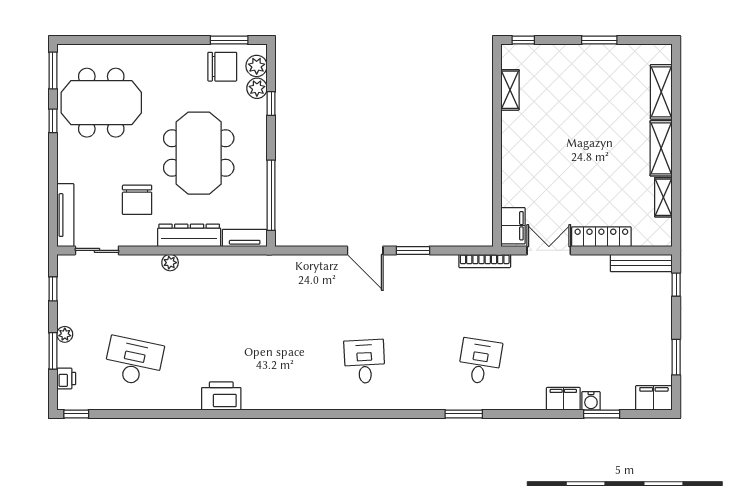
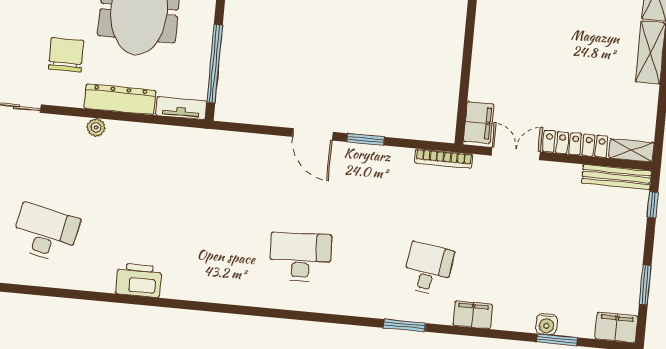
shelving: (663, 197) -> (631, 150), moved, turned 90
chair: (137, 200) -> (66, 55), turned 180
desk: (365, 361) -> (301, 257), width x1.37
filing cabinet: (563, 399) -> (473, 315), moved

